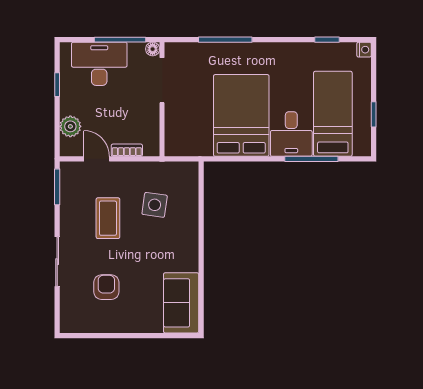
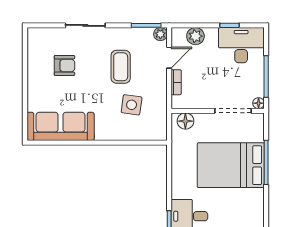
desk: (99, 64) -> (241, 45), moved, turned -90
bed: (241, 115) -> (231, 165), moved, turned 180
floor lamp: (175, 139) -> (185, 121), added
plant: (68, 169) -> (160, 34), added
coffee table: (108, 218) -> (121, 67), turned 90
sofa: (181, 303) -> (61, 126), width x1.36

